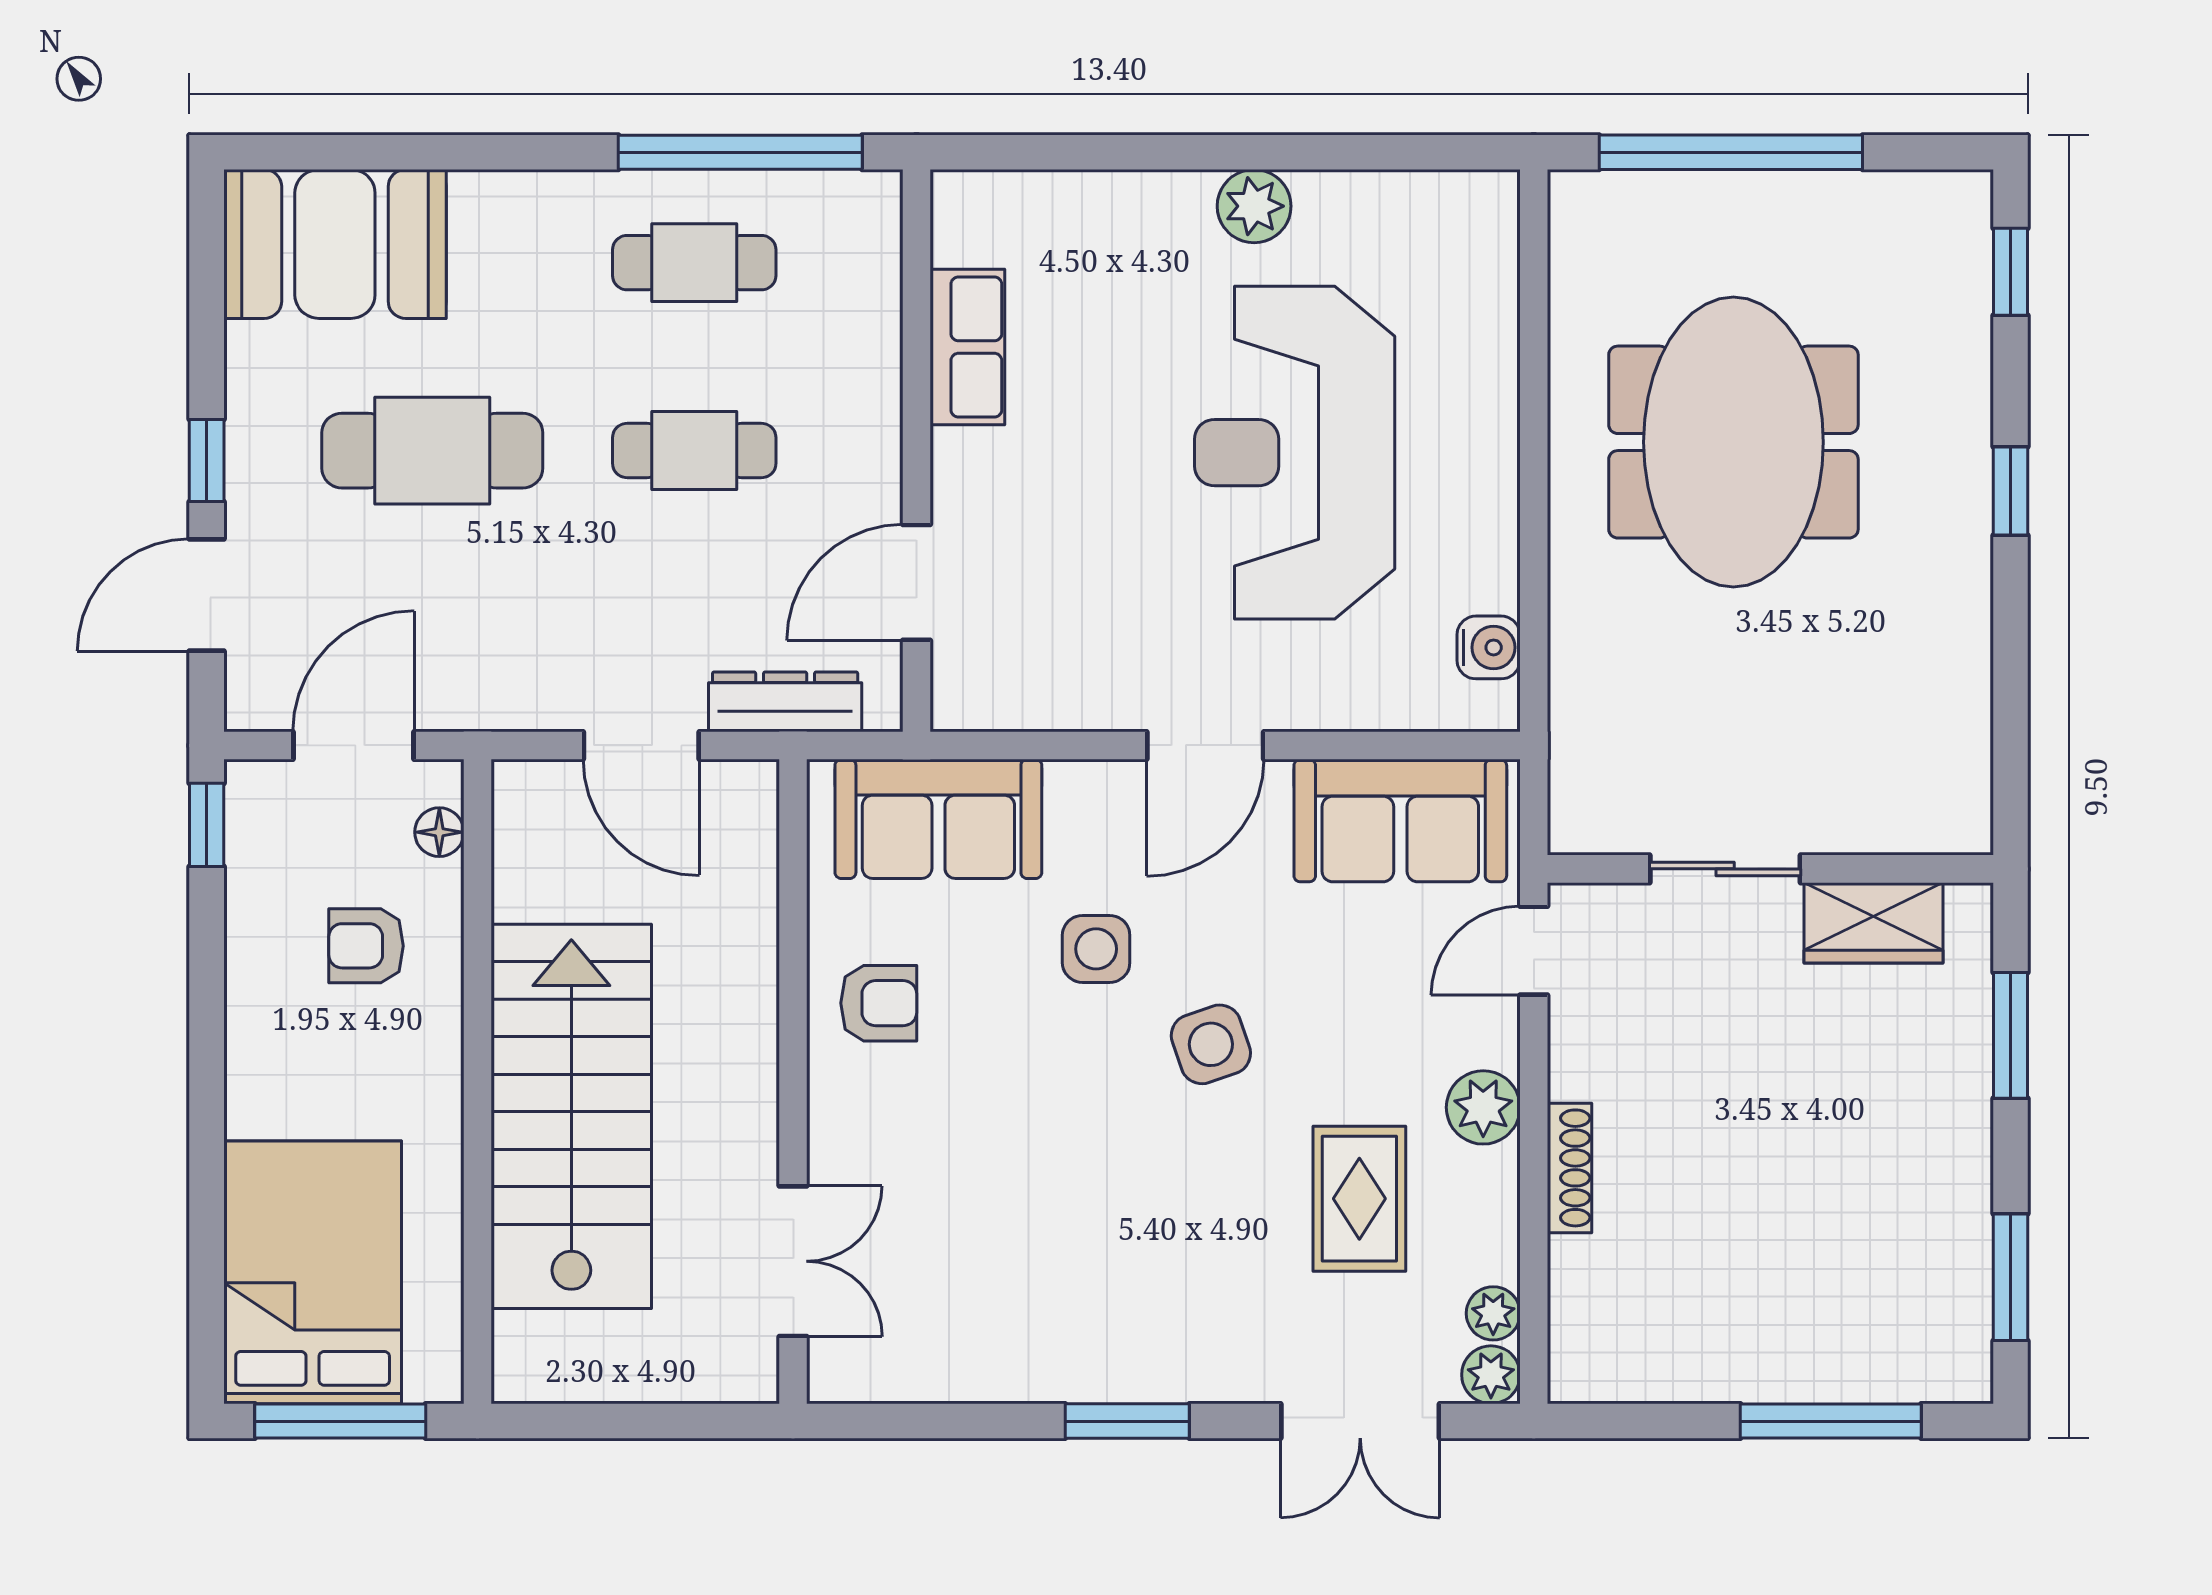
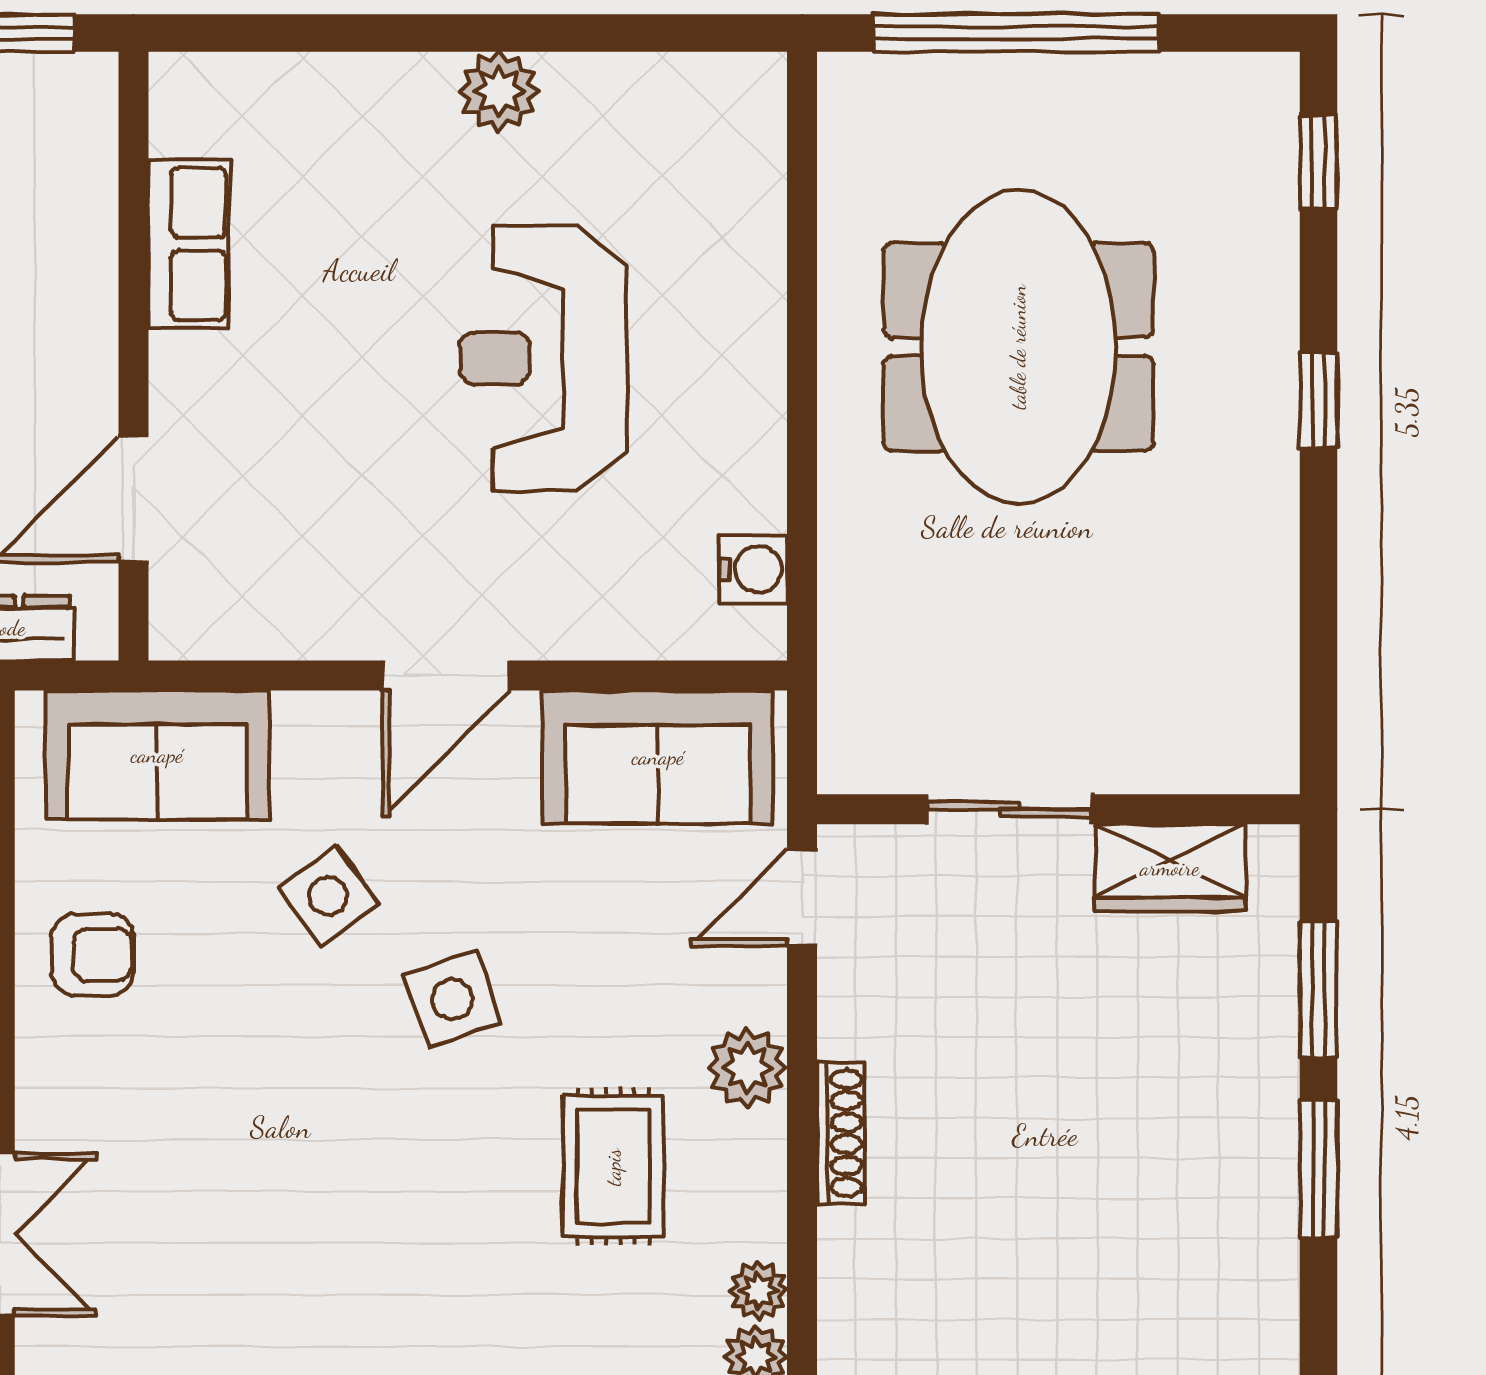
reception desk: (1295, 453) -> (543, 358), width x0.74, depth x0.77
side table: (1096, 949) -> (328, 896), turned -36
window: (2010, 1277) -> (1318, 1169), moved

